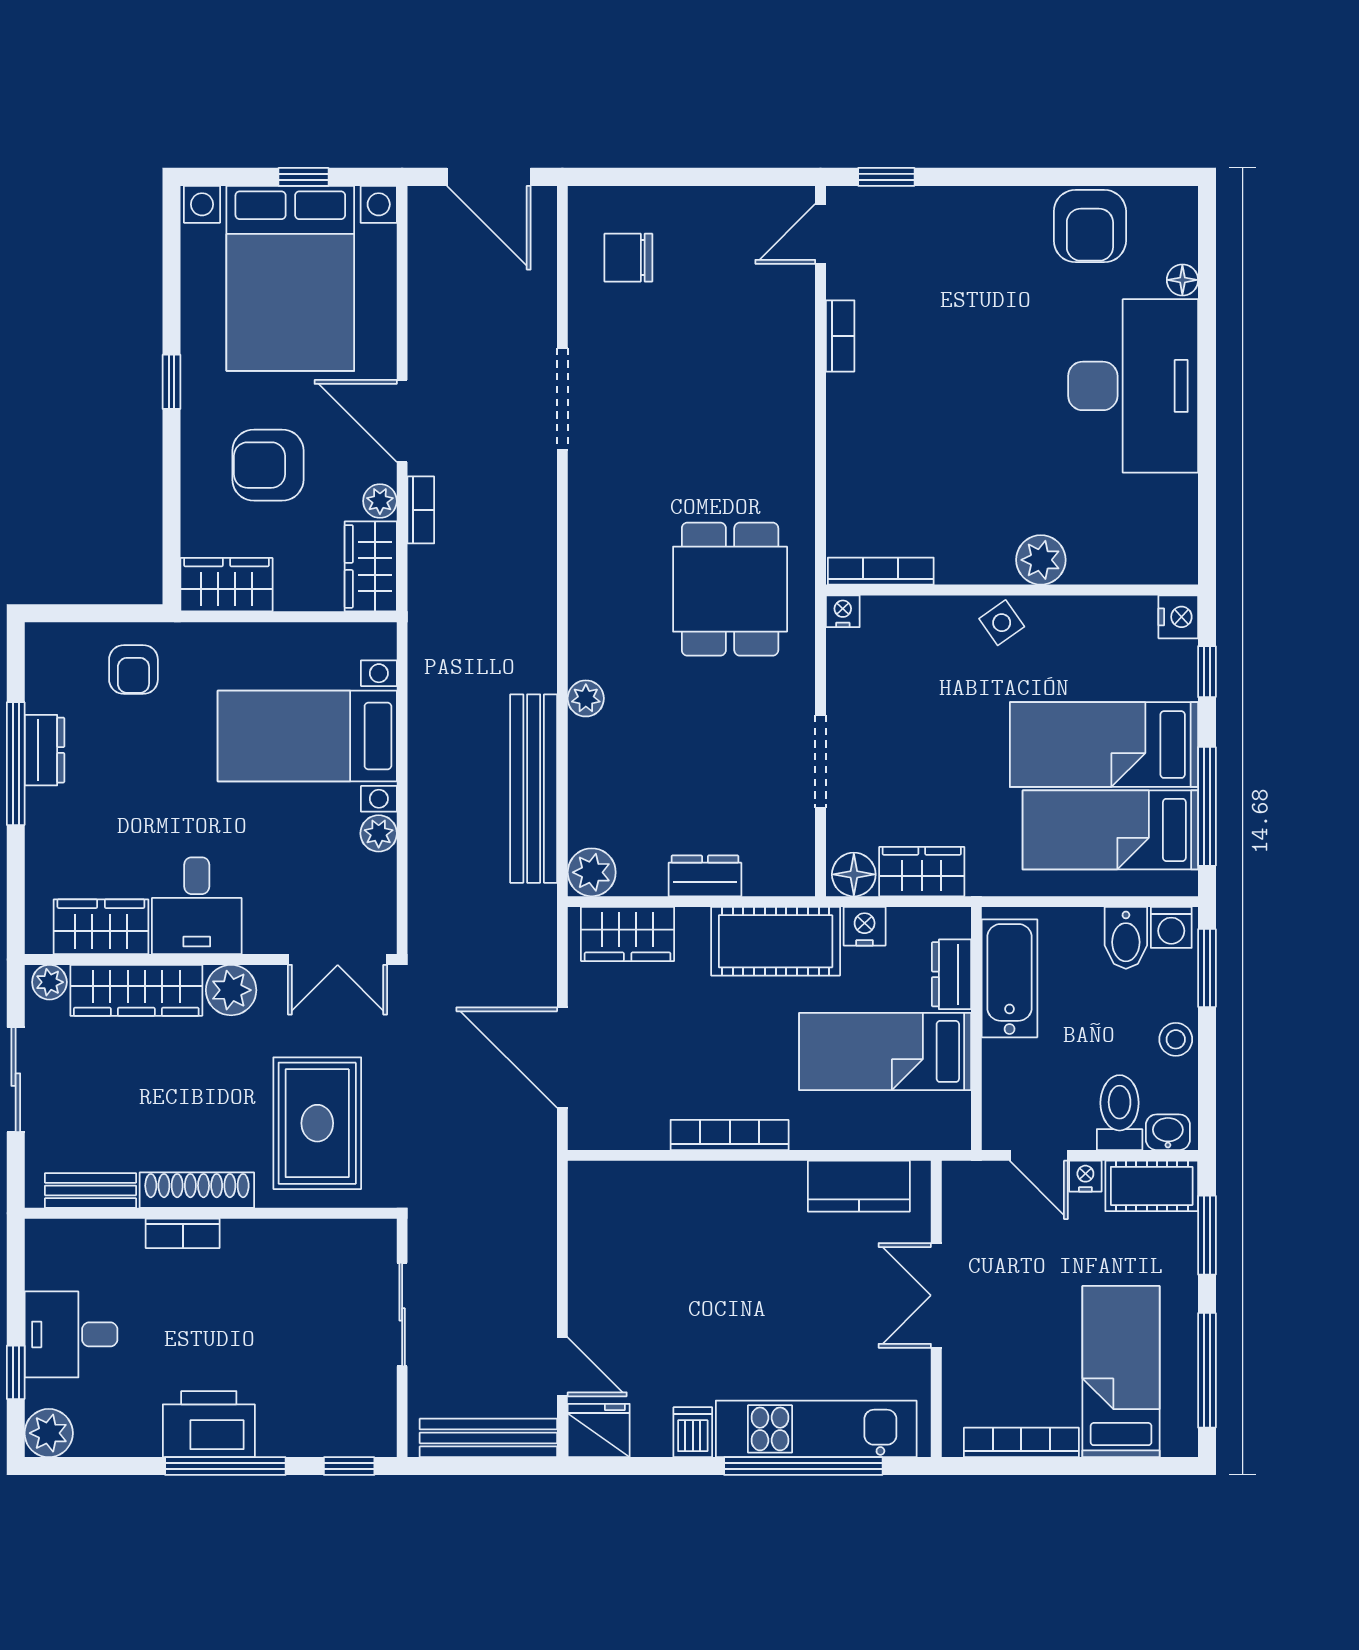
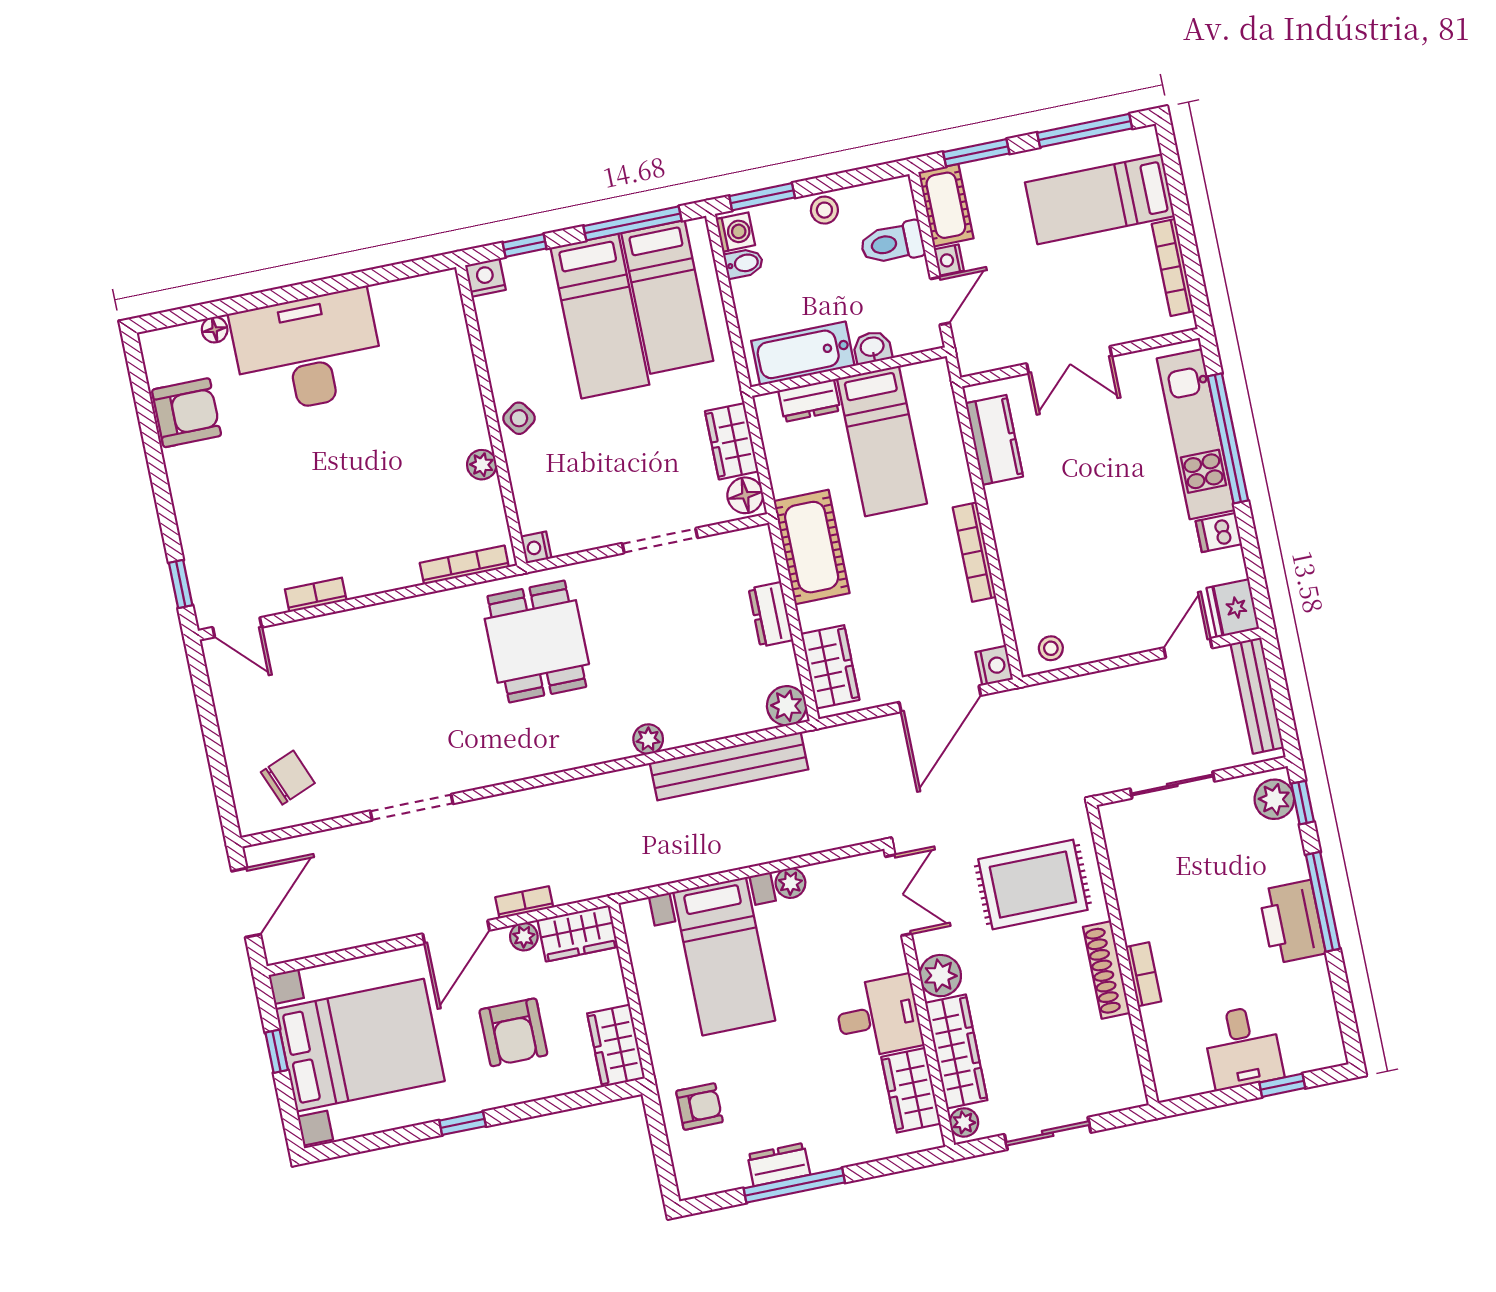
chair: (628, 258) -> (288, 778), turned -112
plant: (1041, 560) -> (482, 465), moved, width x0.73, depth x0.73
bookcase: (881, 571) -> (464, 565), moved, turned 90
dining table: (730, 589) -> (537, 641), turned 90
nightstand: (865, 926) -> (994, 666), moved, turned 180
bidet: (1126, 938) -> (744, 263), width x0.72, depth x0.74
washbasin: (1168, 1132) -> (872, 347), moved, turned 90
bench: (90, 1190) -> (1124, 1055), removed
stool: (596, 1203) -> (1051, 648), added
plant: (49, 1433) -> (1274, 799), moved

